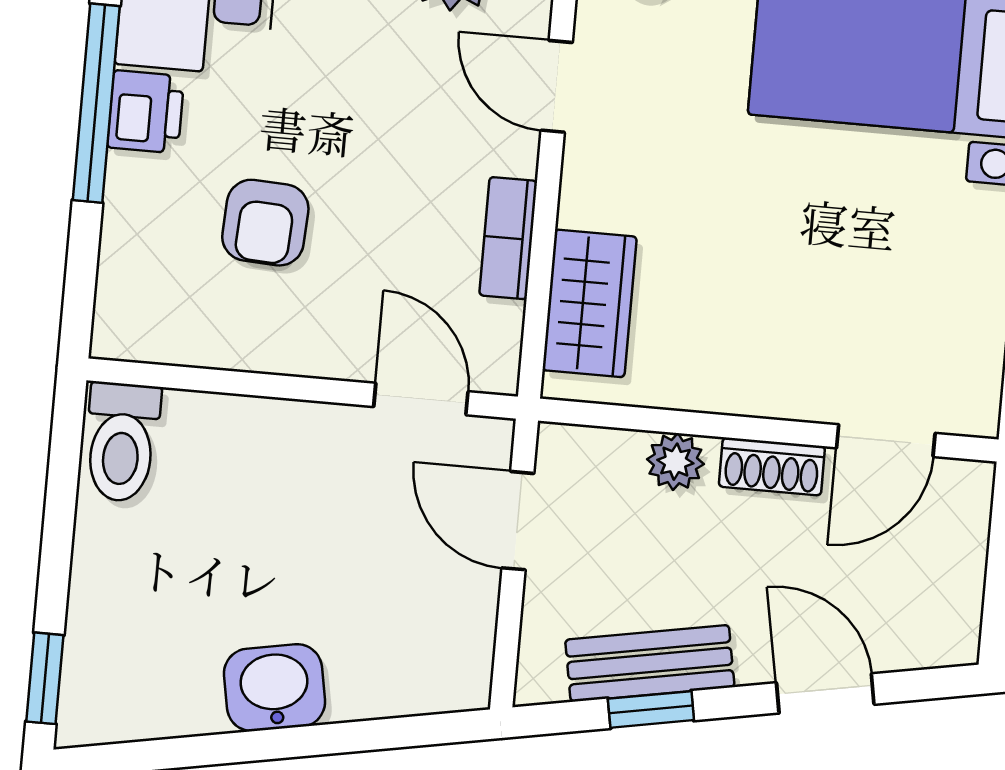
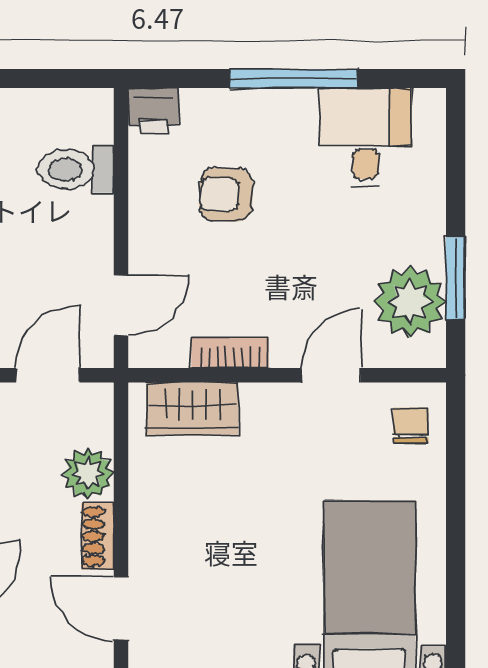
printer: (146, 112) -> (153, 111), moved
toilet: (122, 442) -> (76, 170), moved
plant: (675, 462) -> (88, 474), width x1.38, depth x1.38

